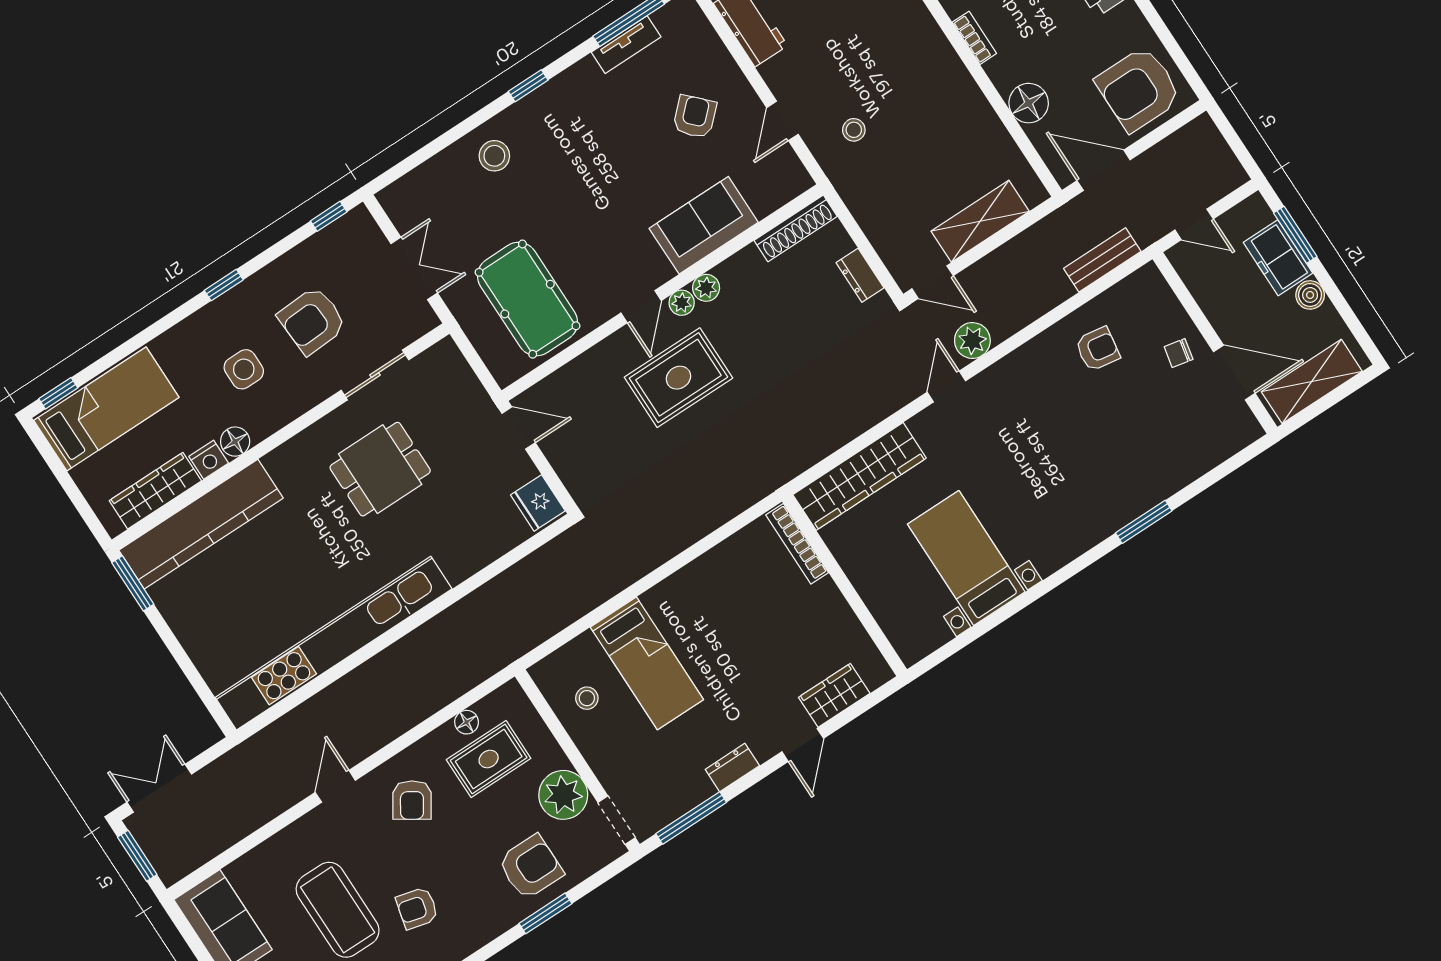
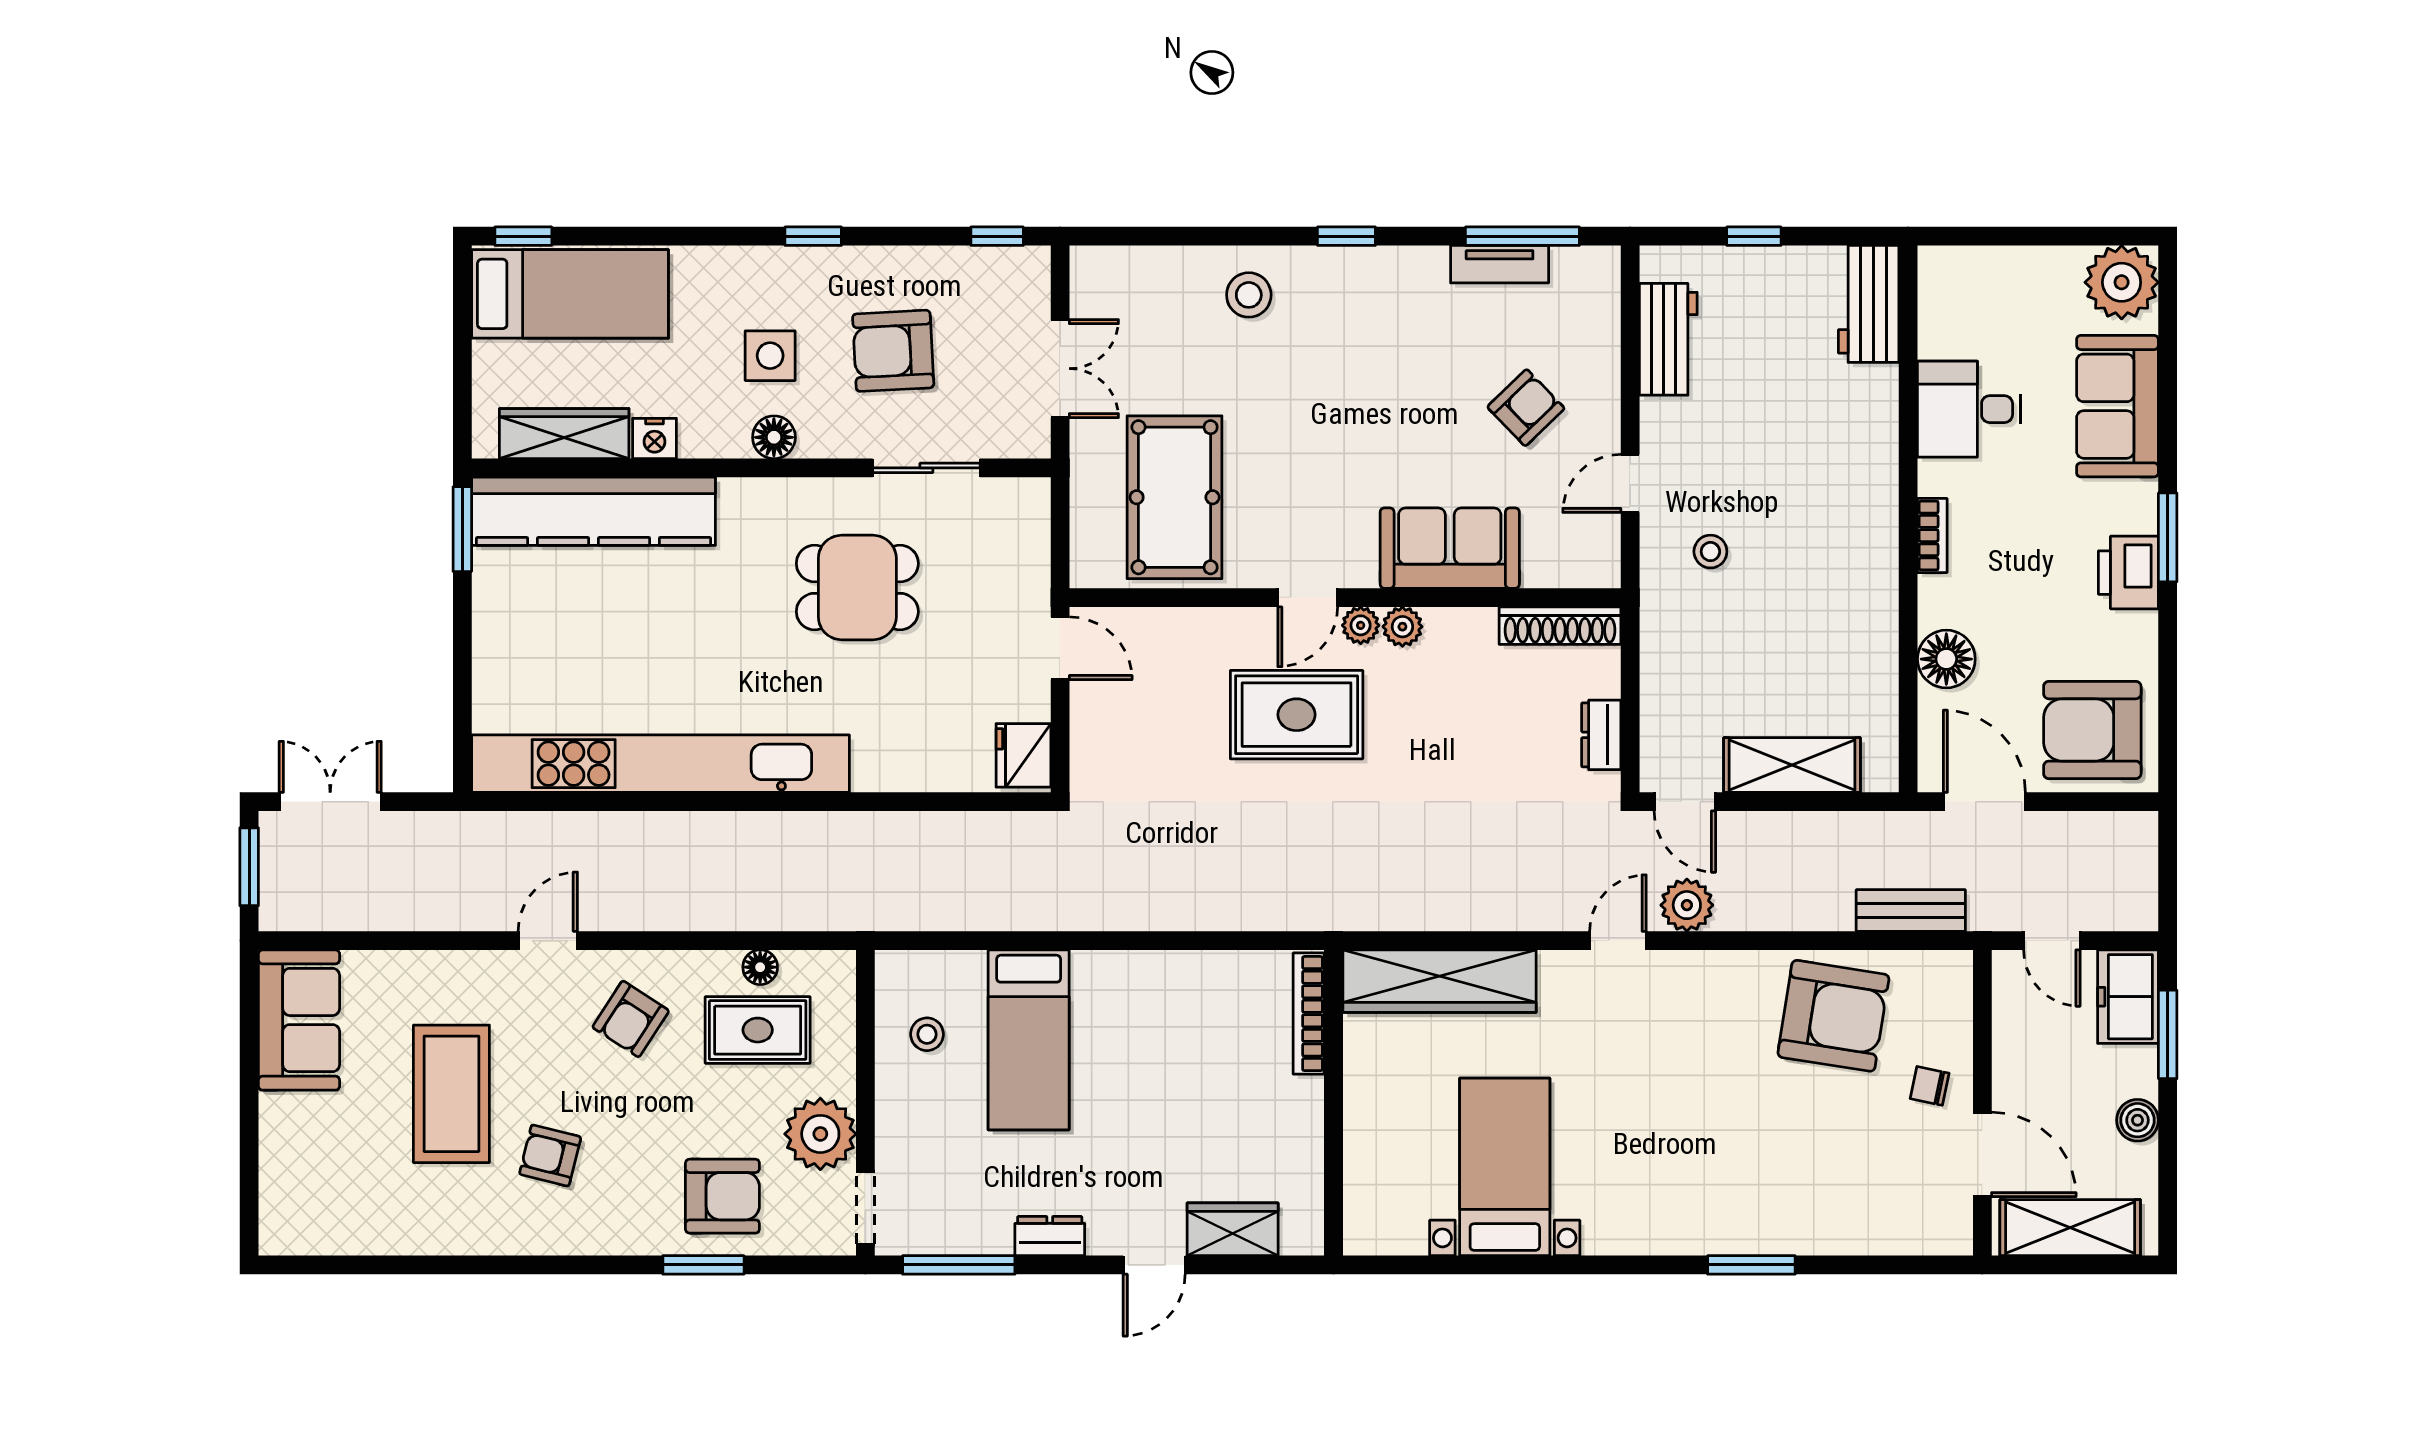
freezer: (1278, 258) -> (2128, 997), moved
armchair: (1097, 349) -> (1833, 1016), width x1.88, depth x1.88
floor lamp: (235, 442) -> (774, 437), moved

